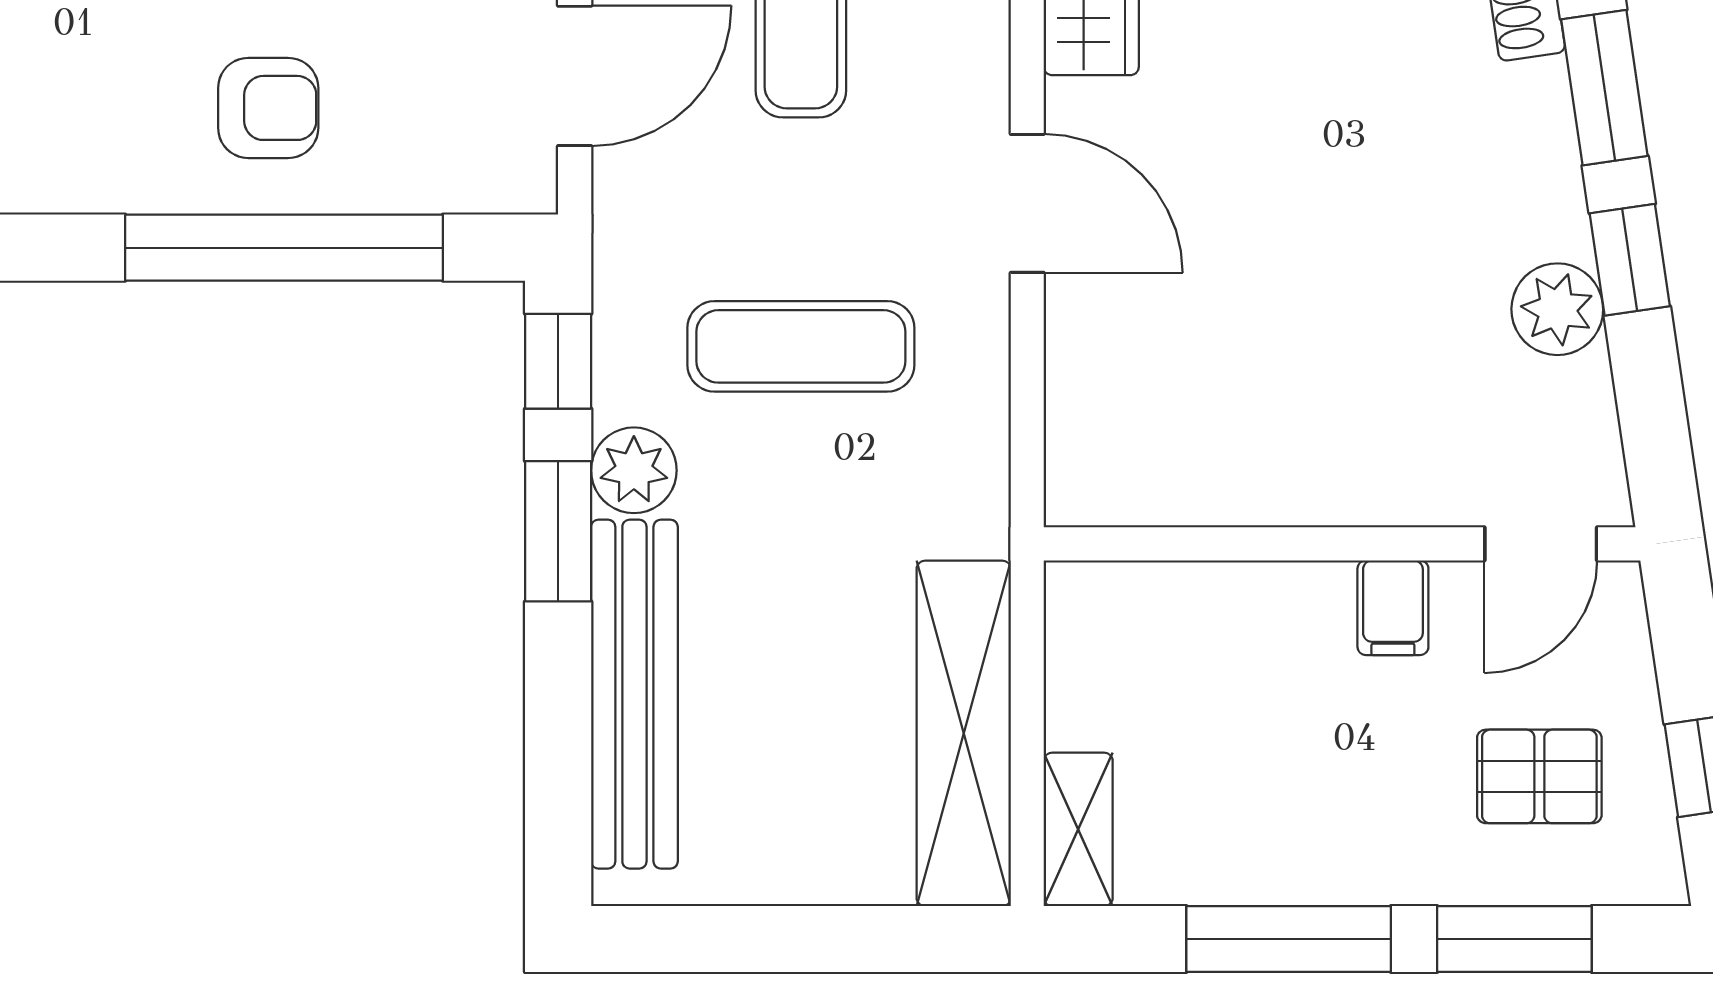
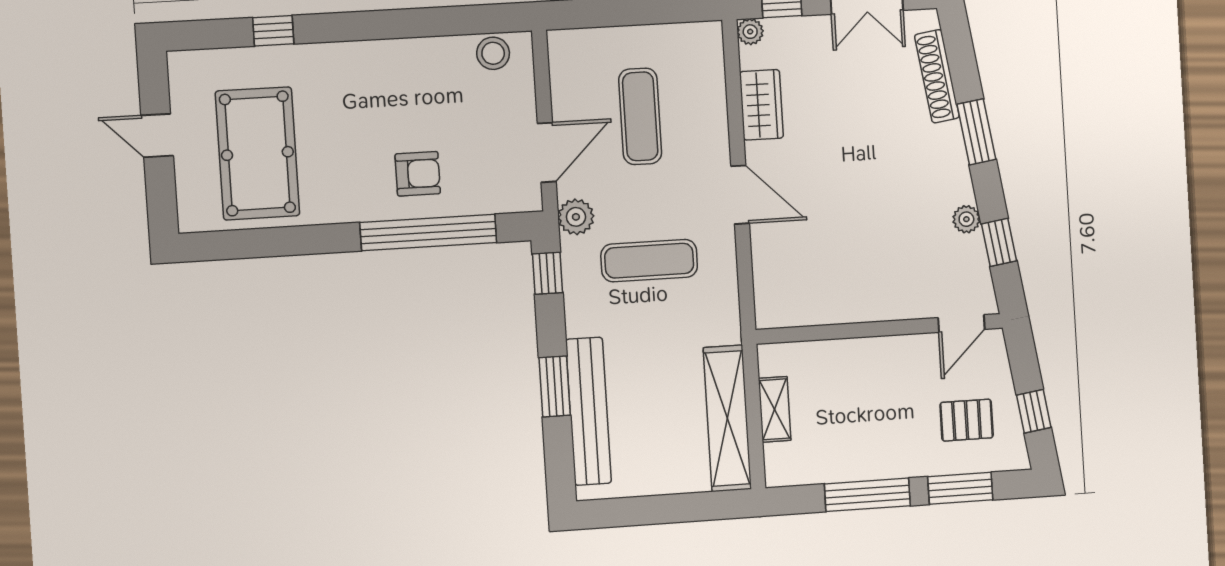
window: (1630, 260) -> (999, 242), moved
plant: (1557, 309) -> (966, 219), width x0.73, depth x0.73
plant: (634, 470) -> (576, 217), moved
window: (558, 531) -> (555, 386), moved
filing cabinet: (1393, 608) -> (902, 354), removed
shelving: (1078, 829) -> (775, 409), moved

